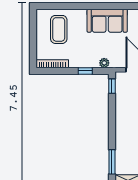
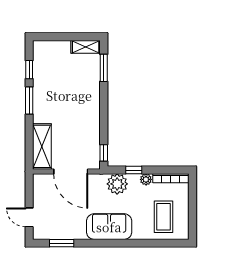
plant: (74, 63) -> (146, 179), added
plant: (104, 63) -> (117, 184), width x1.88, depth x1.88

